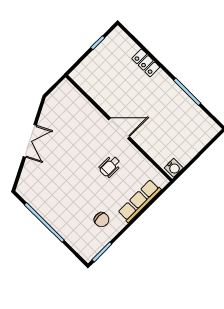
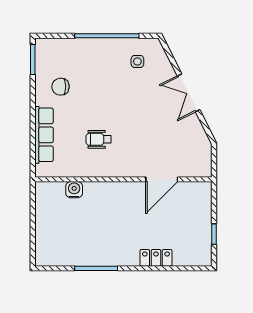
door: (119, 128) -> (162, 179), moved
wheelchair: (110, 166) -> (99, 139), turned -90
water cooler: (174, 168) -> (74, 190), moved, turned 90
side table: (41, 189) -> (137, 61), added

